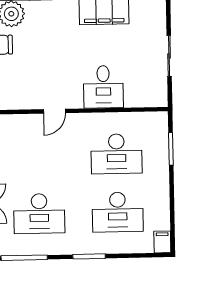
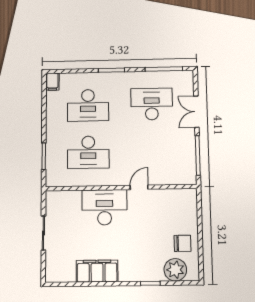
desk: (103, 87) -> (104, 207), width x1.37
desk: (116, 154) -> (88, 152), turned 180
desk: (118, 212) -> (88, 105), turned 180

